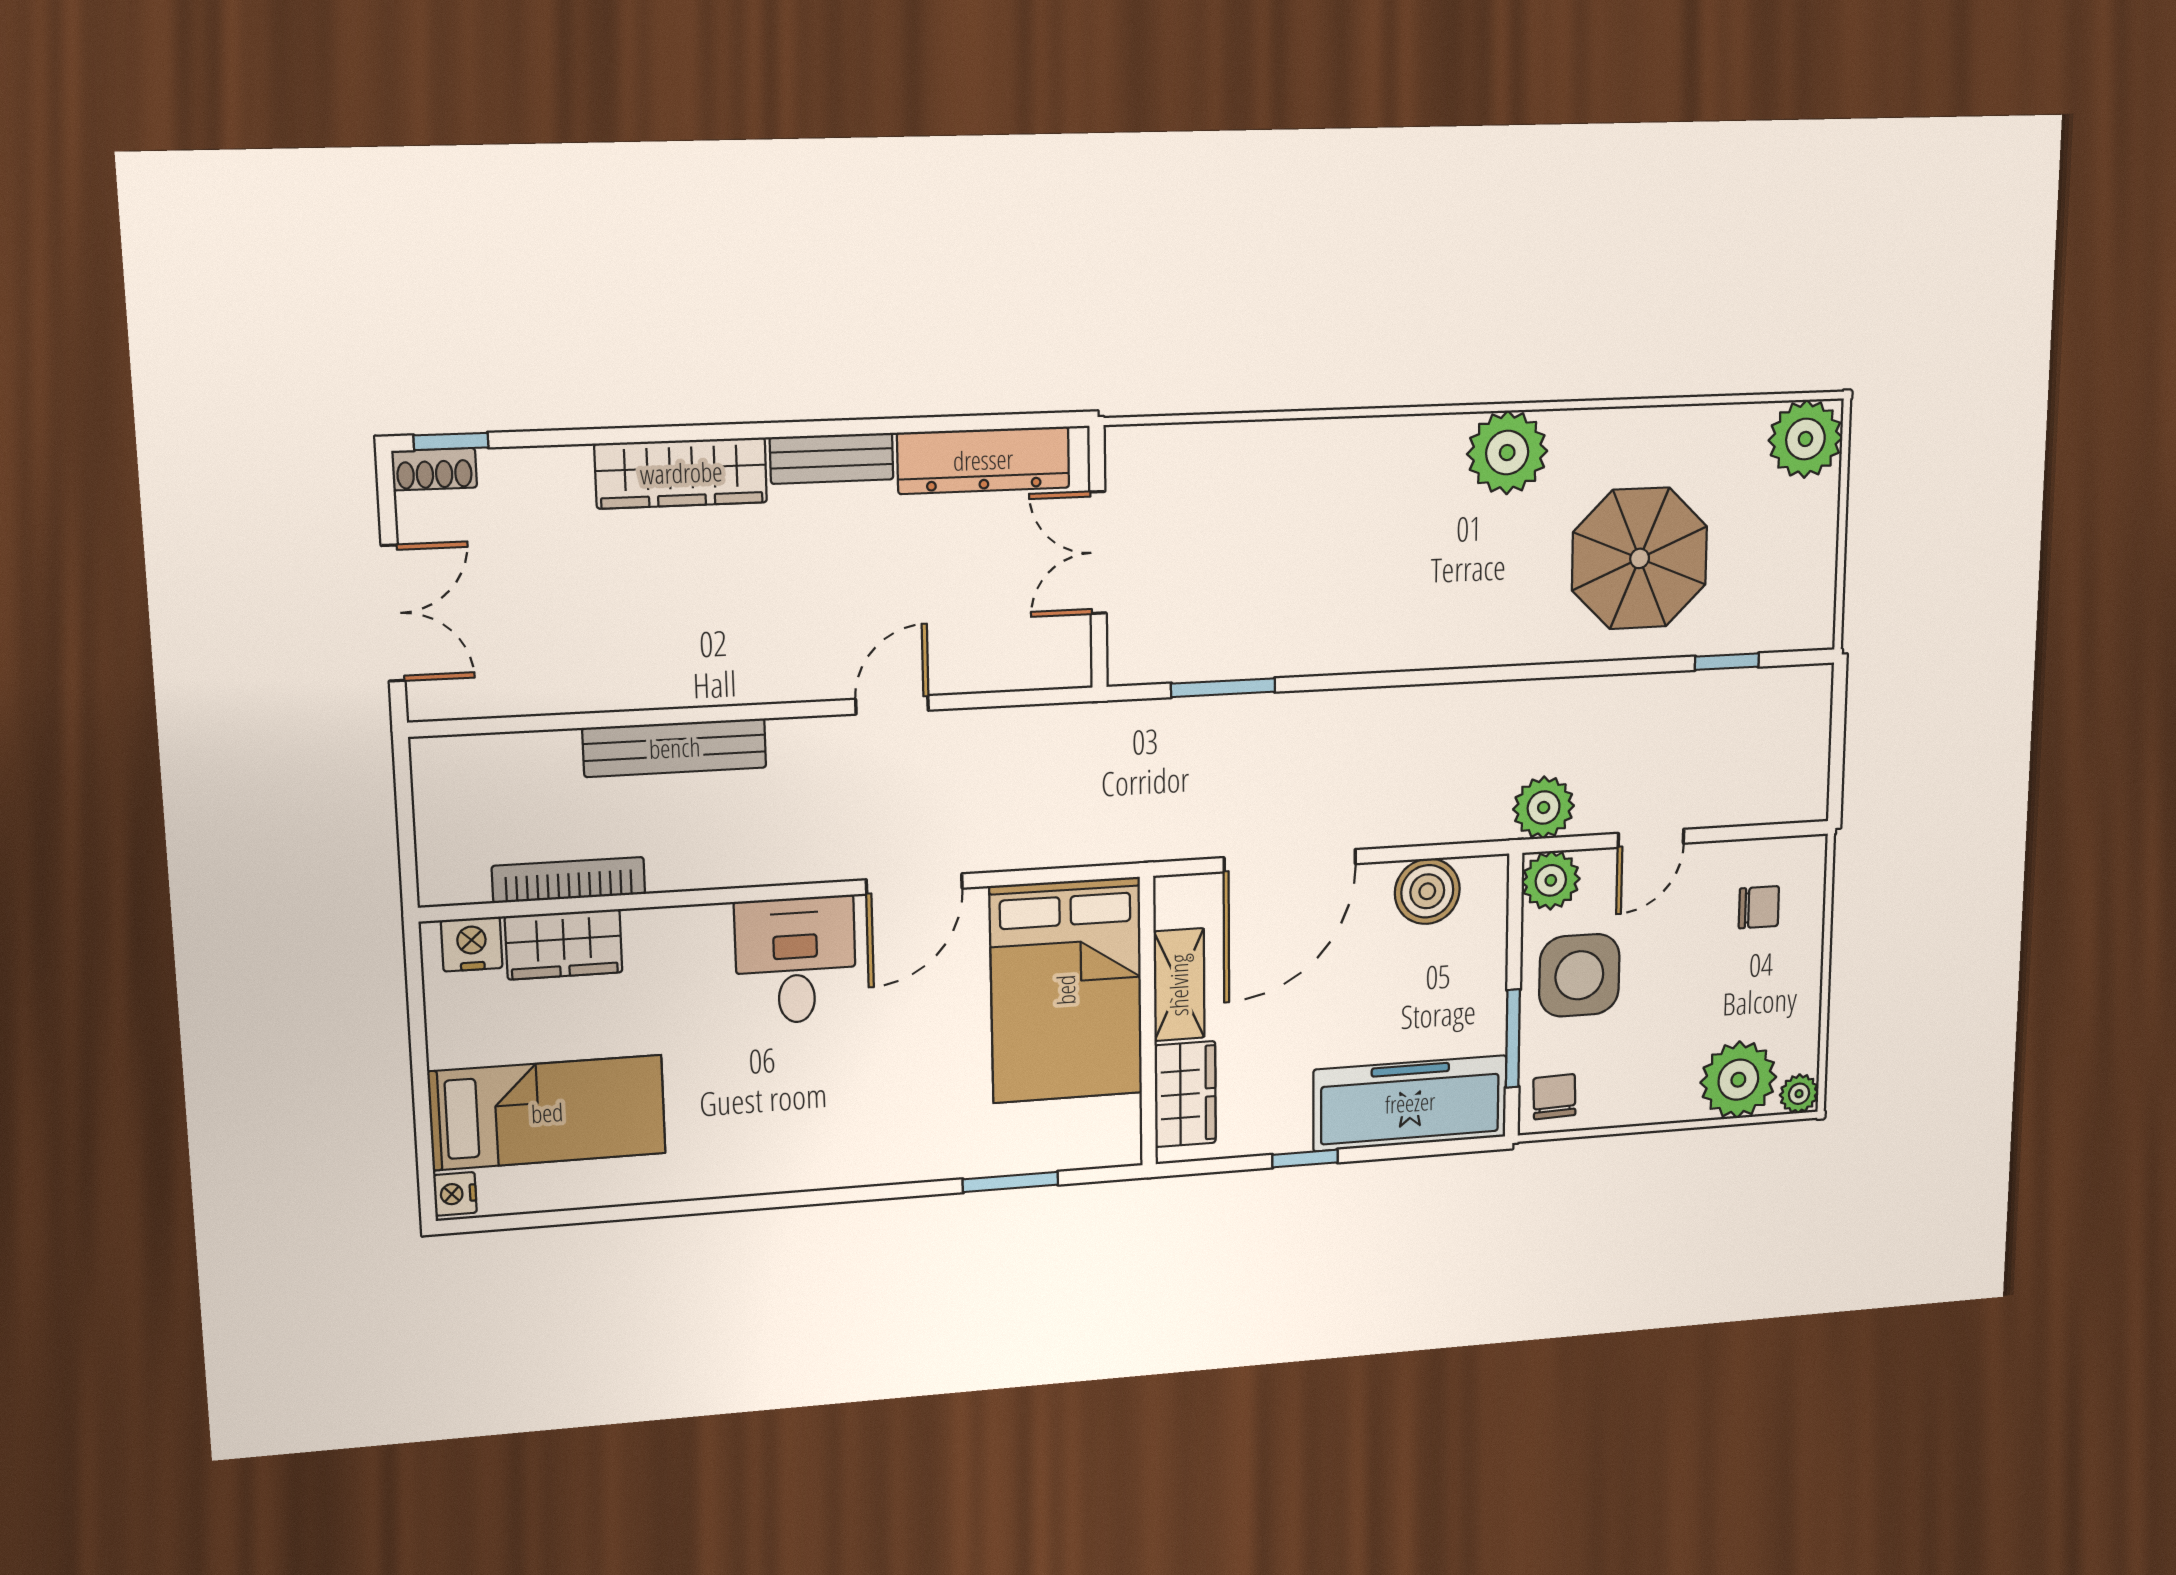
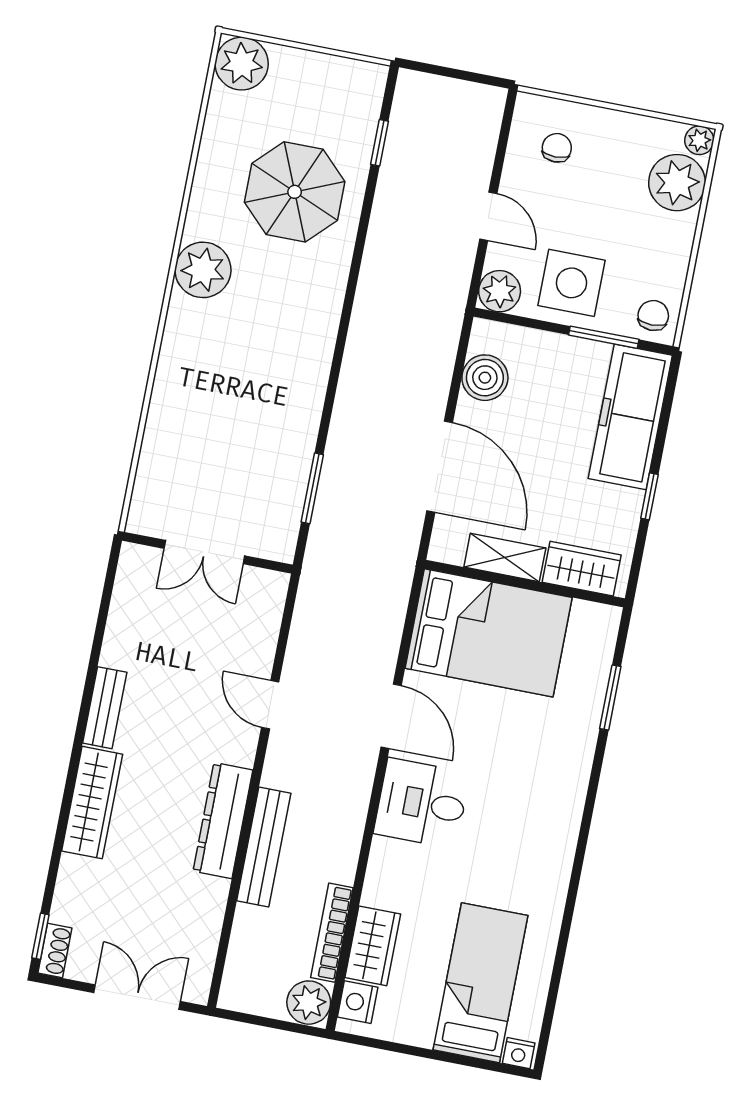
dresser: (983, 460) -> (223, 821), moved, turned 180
plant: (1544, 808) -> (309, 1003), moved
chair: (1554, 1097) -> (653, 315), turned 92

